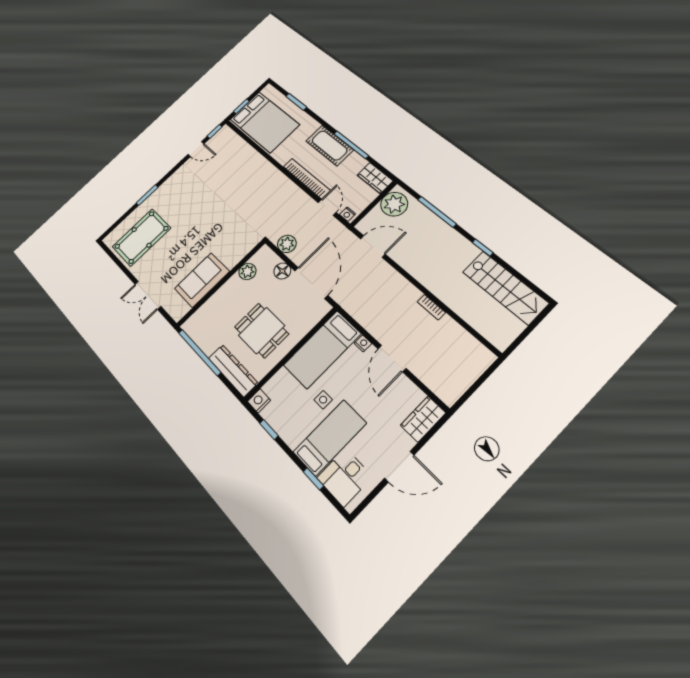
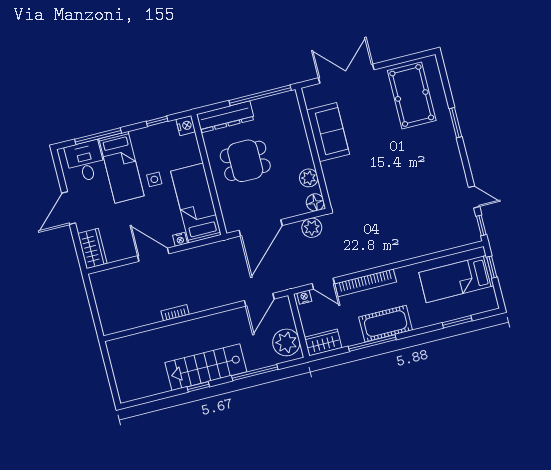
bed: (265, 122) -> (456, 279), width x0.67
door: (196, 149) -> (474, 197), swing flipped
floor lamp: (282, 271) -> (315, 202), moved
door: (311, 283) -> (261, 228), hinge flipped
stairs: (505, 287) -> (206, 367), moved
double door: (148, 295) -> (346, 74), width x1.37
window: (313, 479) -> (98, 136), width x2.17

